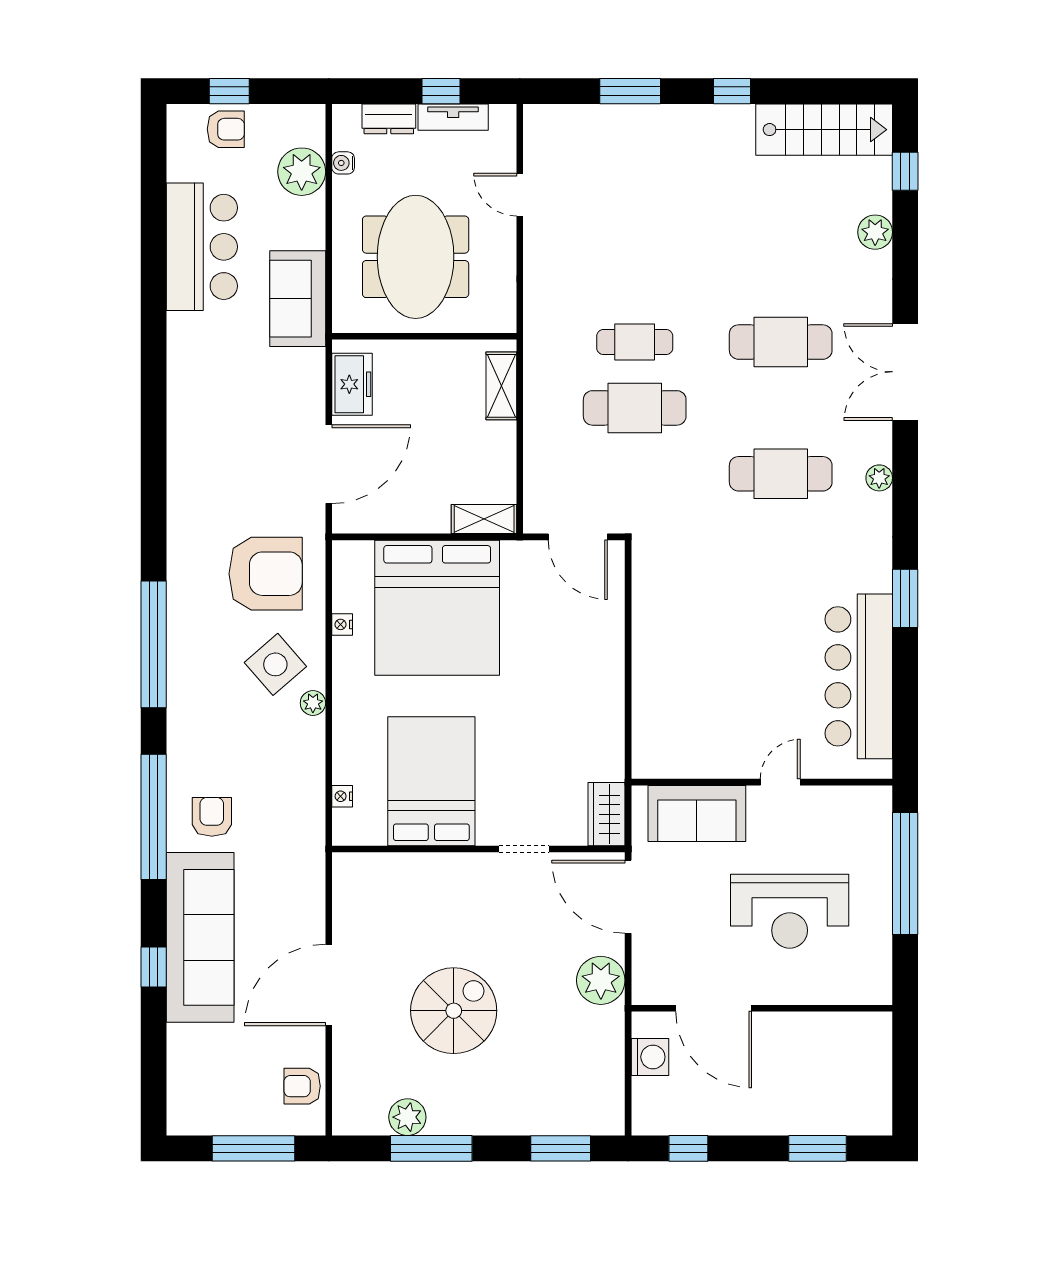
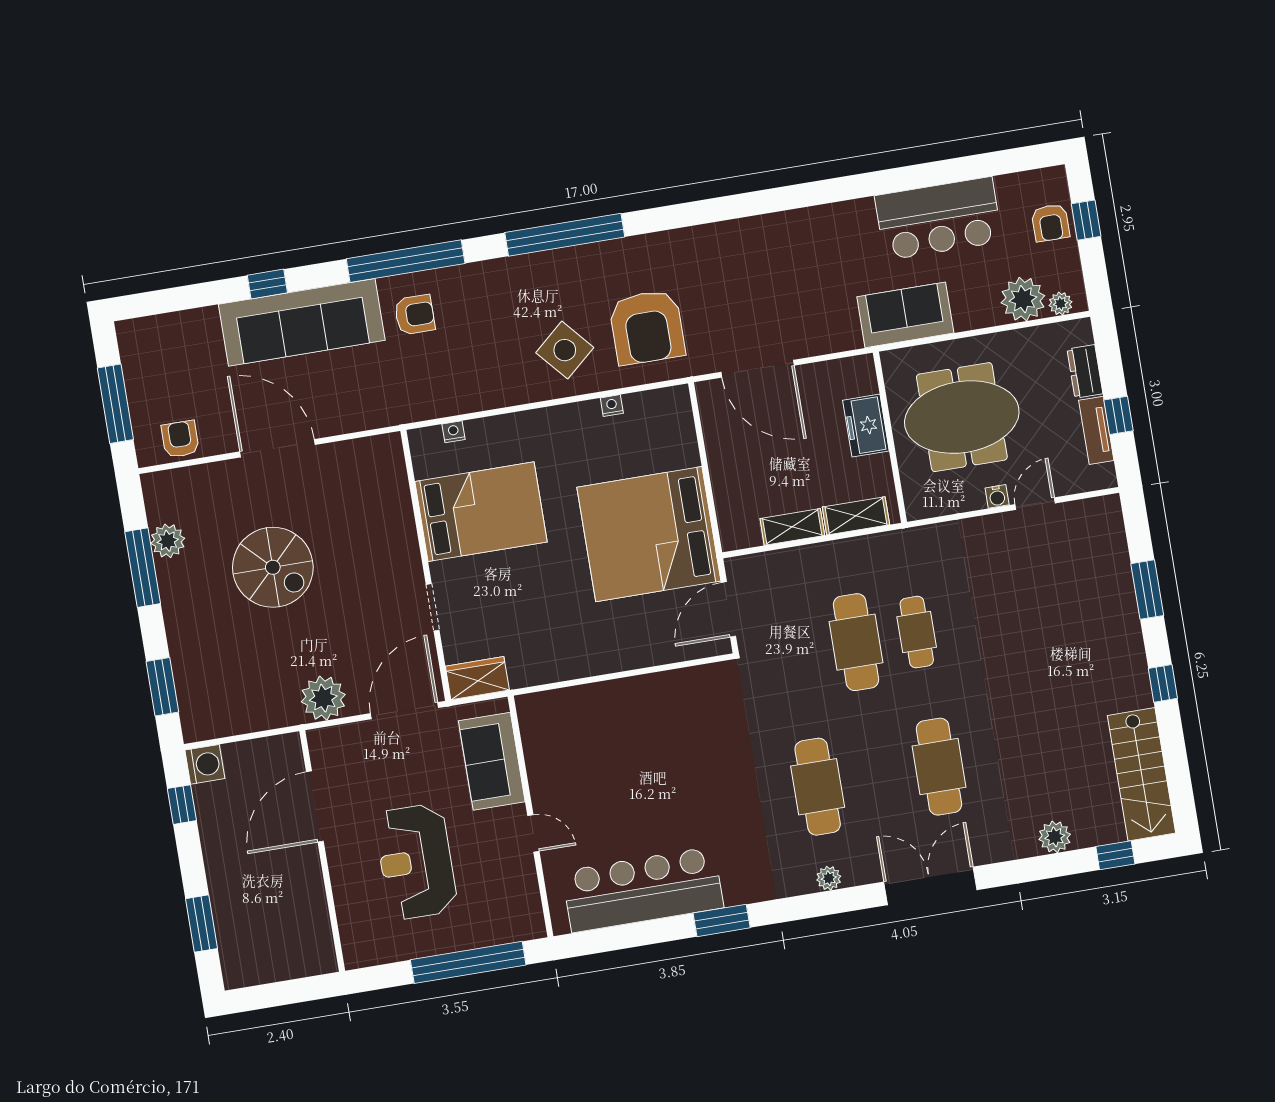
water cooler: (343, 163) -> (997, 496), moved, turned 180
freezer: (352, 384) -> (866, 426), moved, turned 90
shelving: (484, 519) -> (792, 527), moved, turned 90
bed: (437, 608) -> (649, 534), moved
plant: (313, 703) -> (1061, 304), moved
washing machine: (650, 1057) -> (205, 764), moved, turned -90

